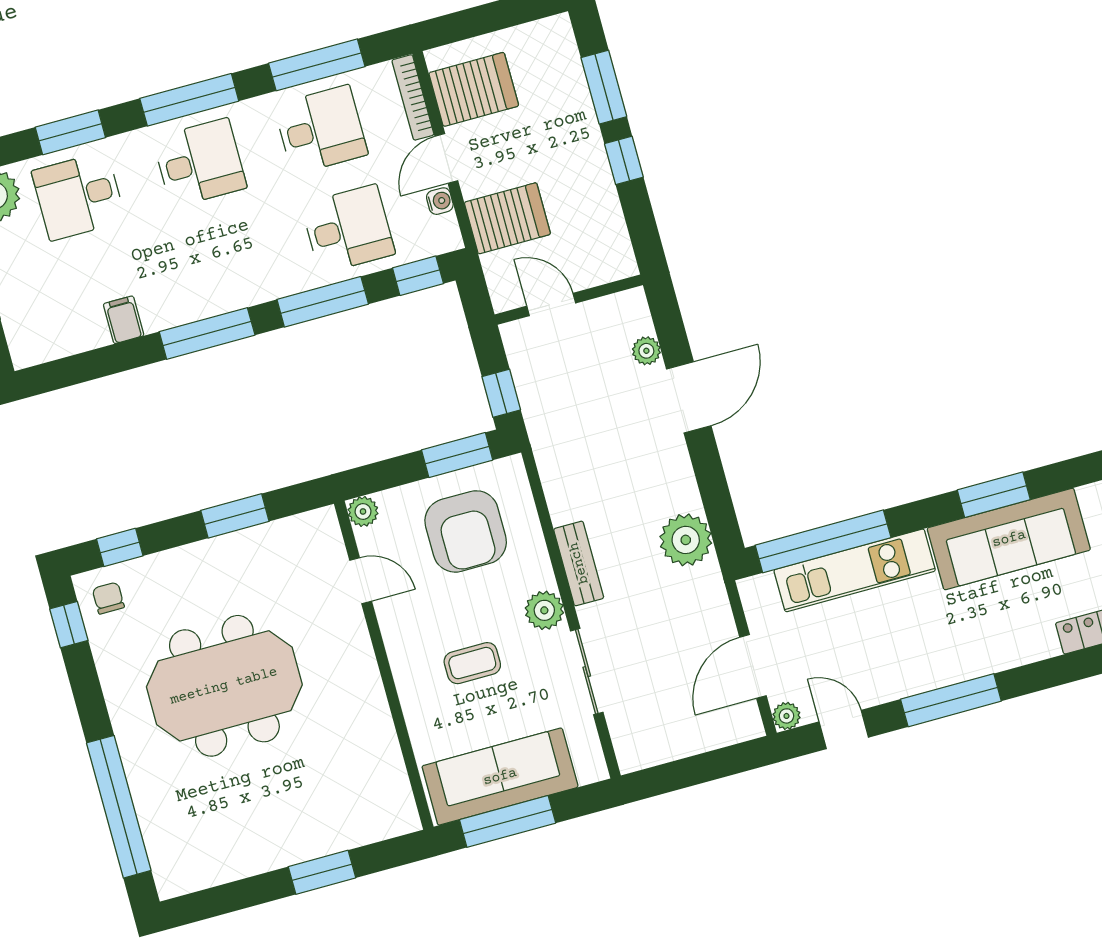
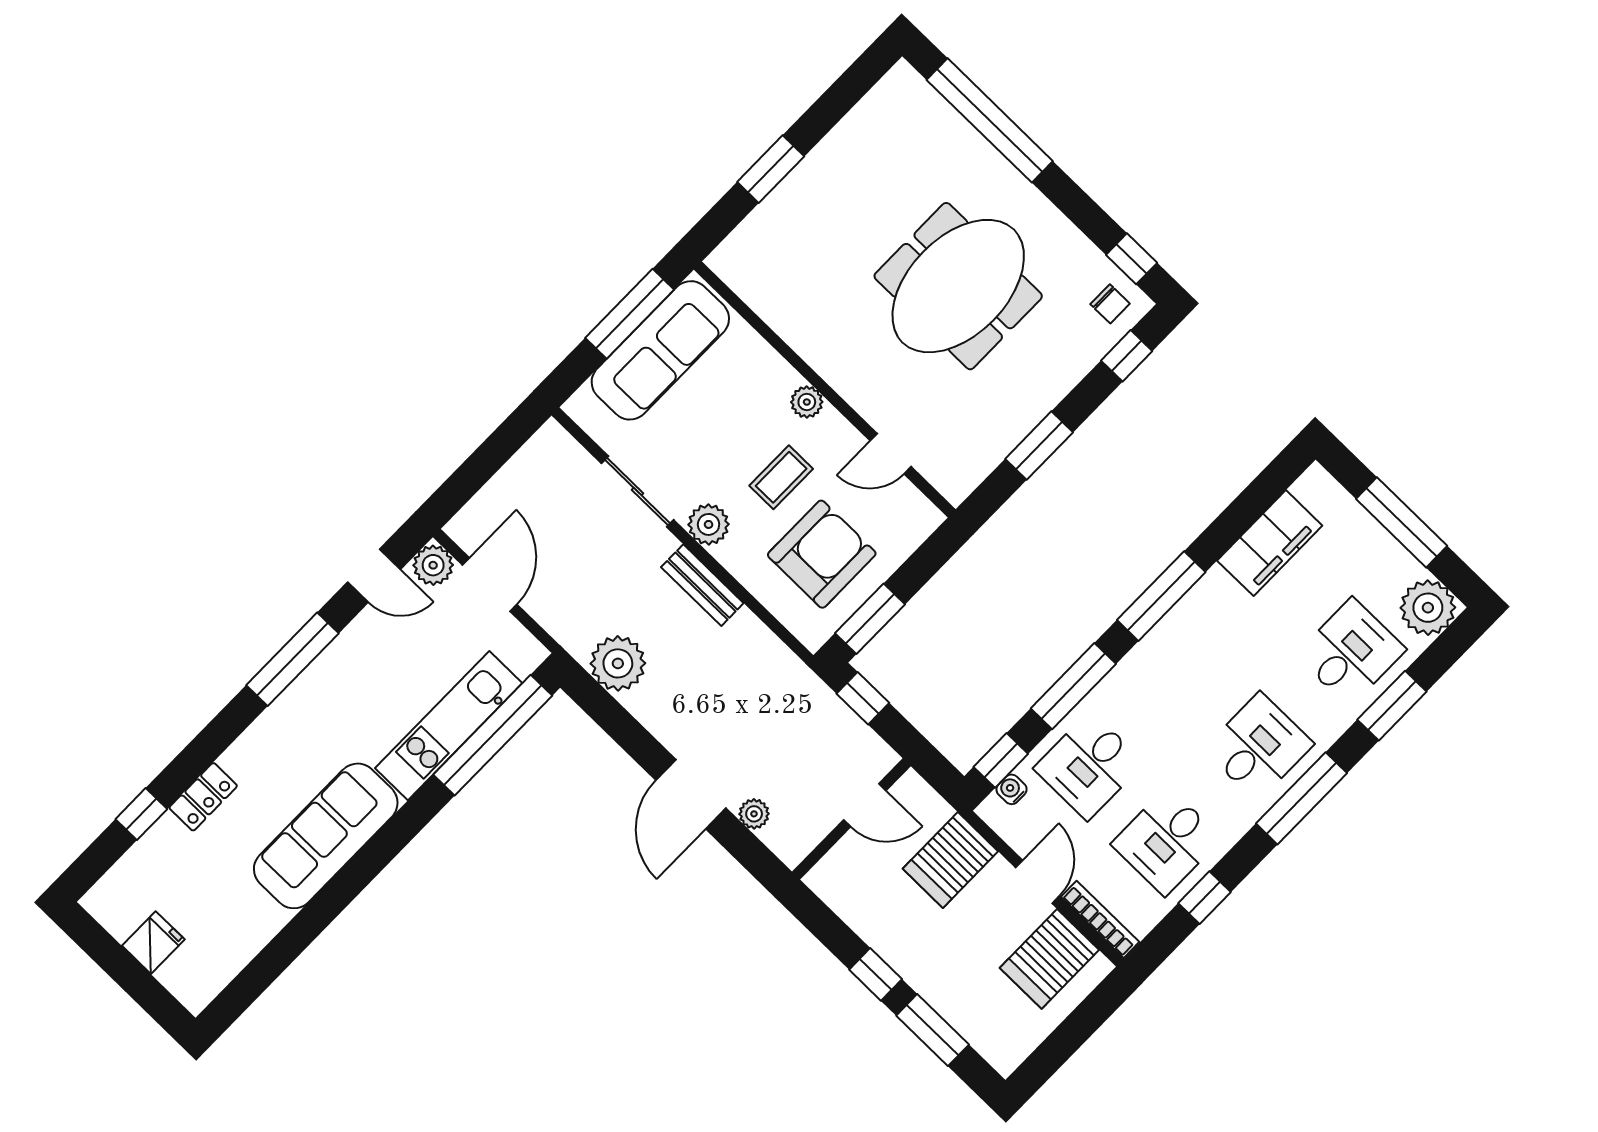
window: (317, 65) -> (1205, 898), width x0.46
desk: (200, 163) -> (1259, 747), turned 180
water cooler: (440, 201) -> (1012, 789), moved, turned 90
filing cabinet: (124, 320) -> (1270, 543), width x3.00, depth x1.17
window: (994, 495) -> (363, 868), removed
plant: (363, 511) -> (807, 402), moved
armchair: (466, 531) -> (822, 554), turned 90
coffee table: (472, 663) -> (781, 477), moved
plant: (786, 716) -> (433, 565), width x1.38, depth x1.38

